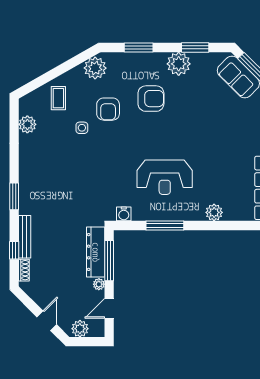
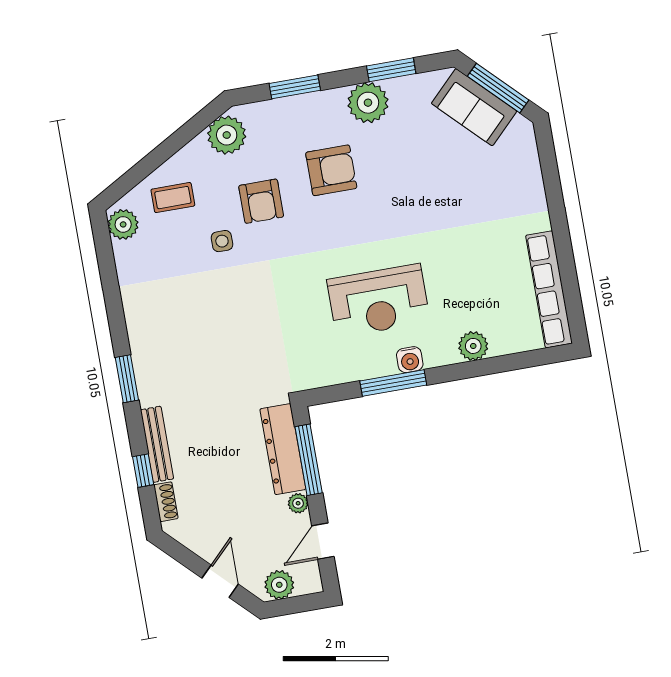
coffee table: (58, 98) -> (173, 198), turned 90
plant: (27, 124) -> (123, 224), moved
water cooler: (124, 214) -> (410, 360), moved

